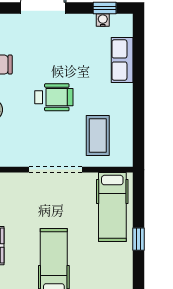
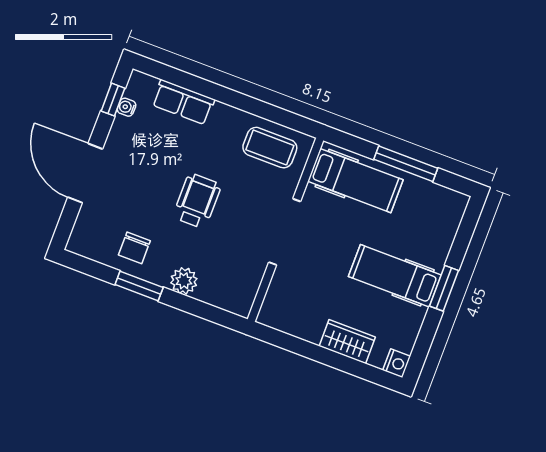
coffee table: (98, 136) -> (270, 148), moved
window: (138, 239) -> (406, 164), width x2.17

